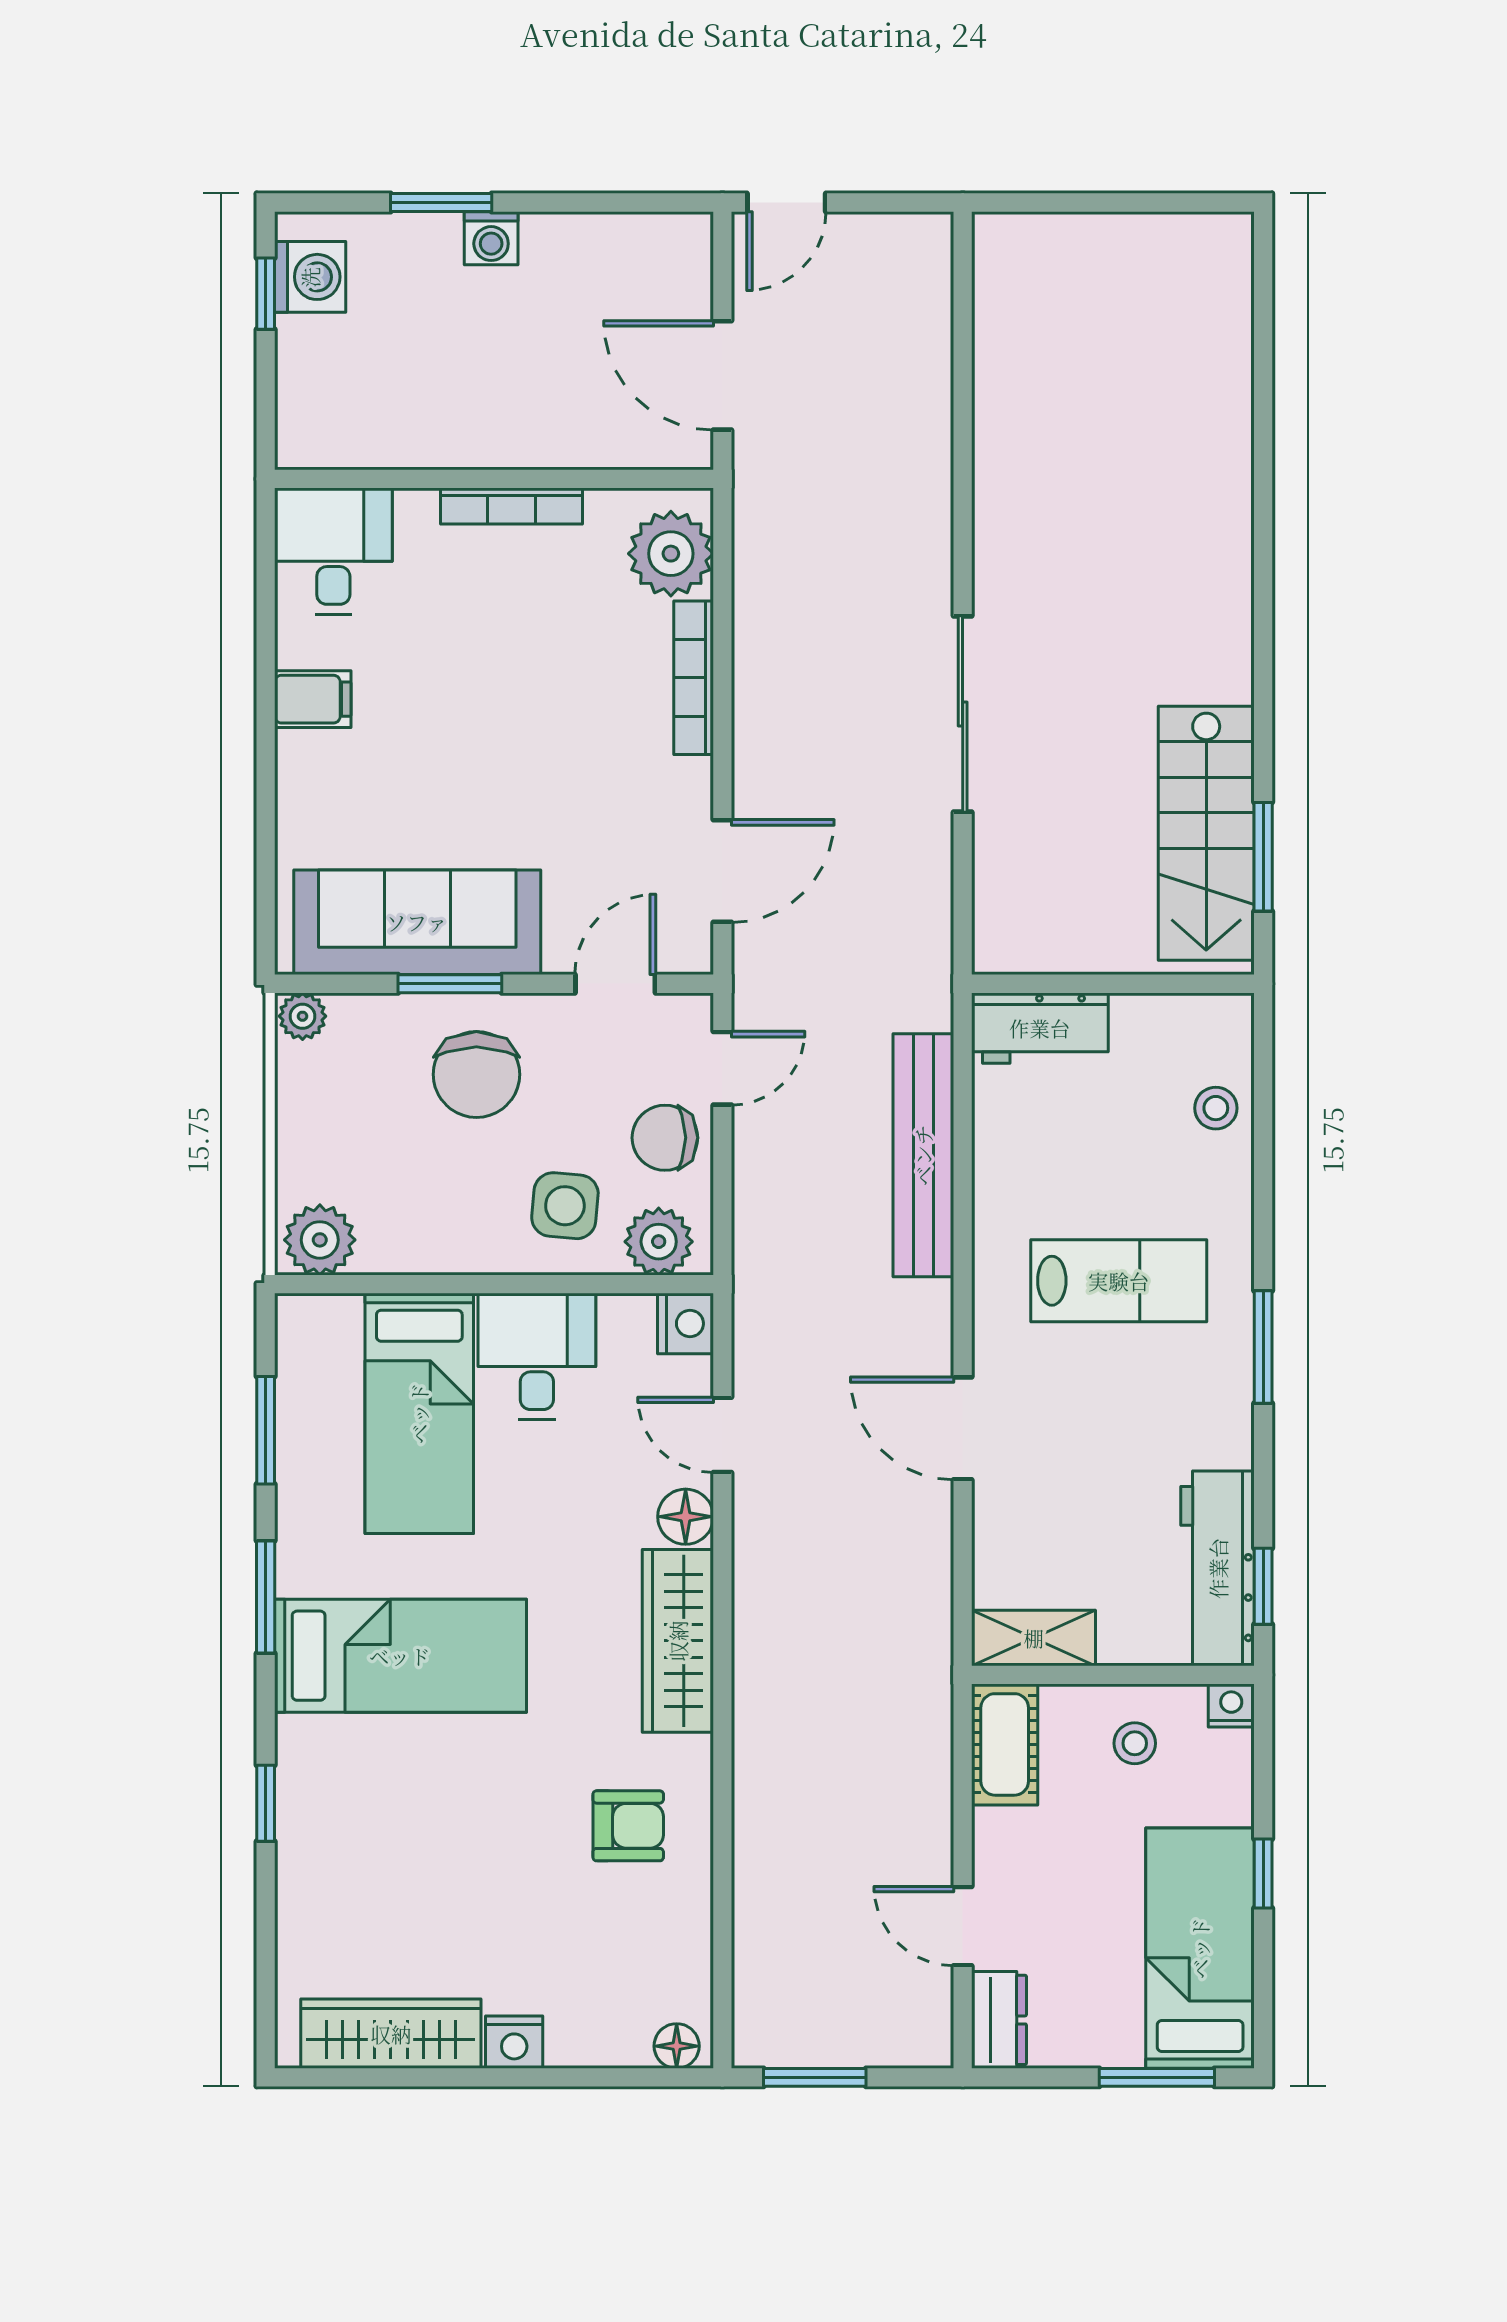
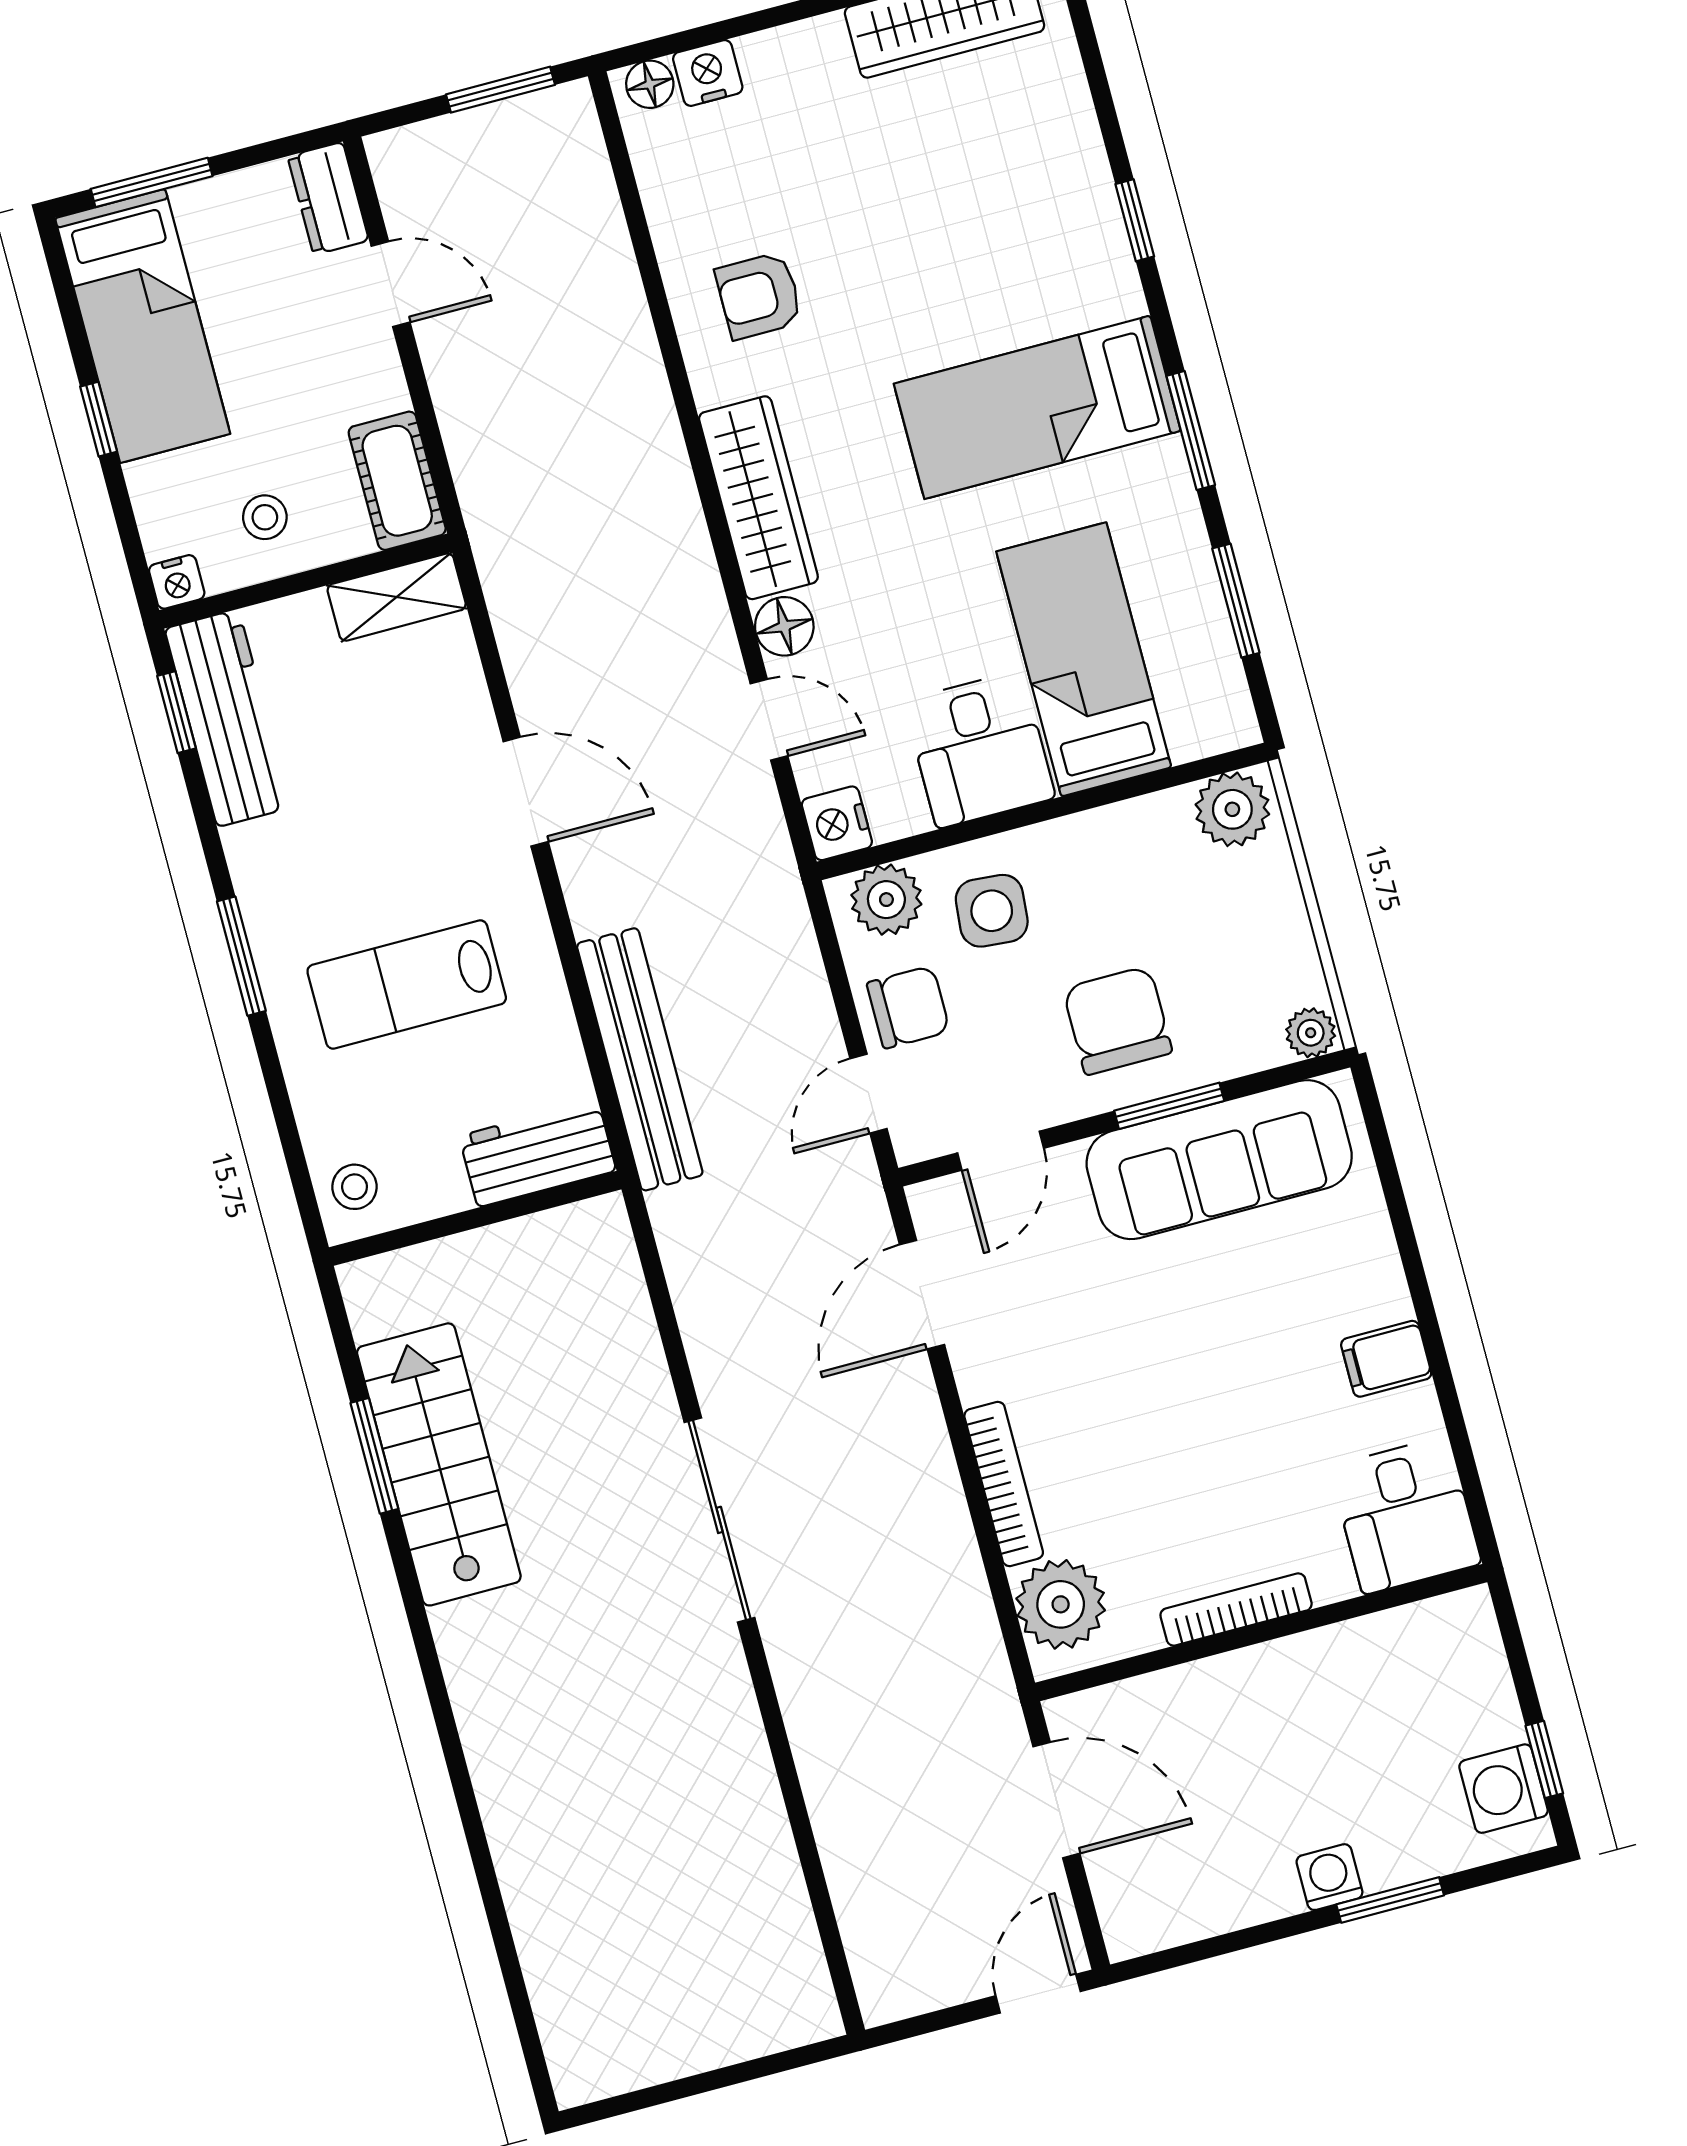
wall: (1113, 984) -> (475, 1218), moved
workbench: (1040, 1028) -> (538, 1153), moved
nightstand: (514, 2042) -> (708, 73), moved

